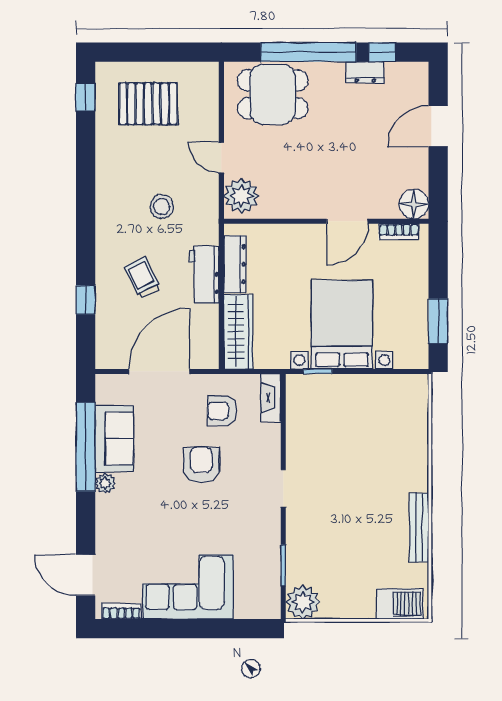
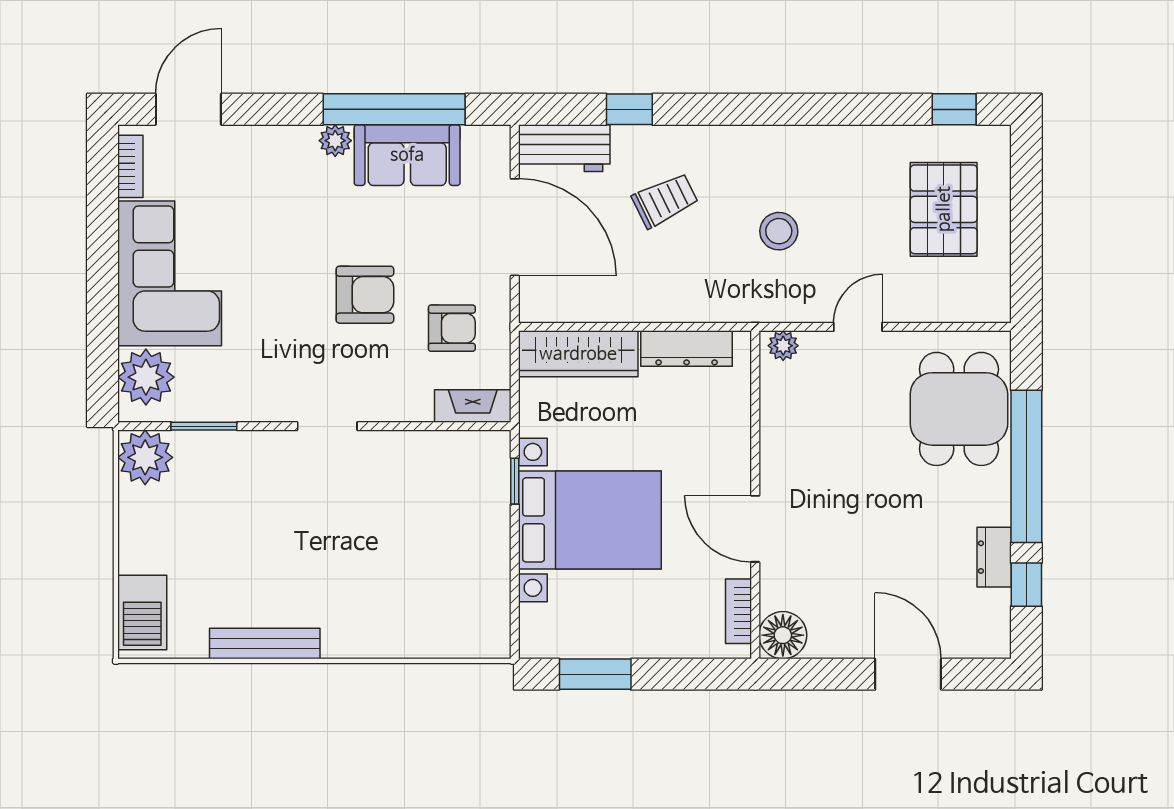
plant: (241, 196) -> (783, 346), width x0.53, depth x0.53
workbench: (204, 275) -> (564, 148), moved, turned 180
armchair: (222, 411) -> (452, 328), turned 90
plant: (253, 602) -> (146, 377), added

